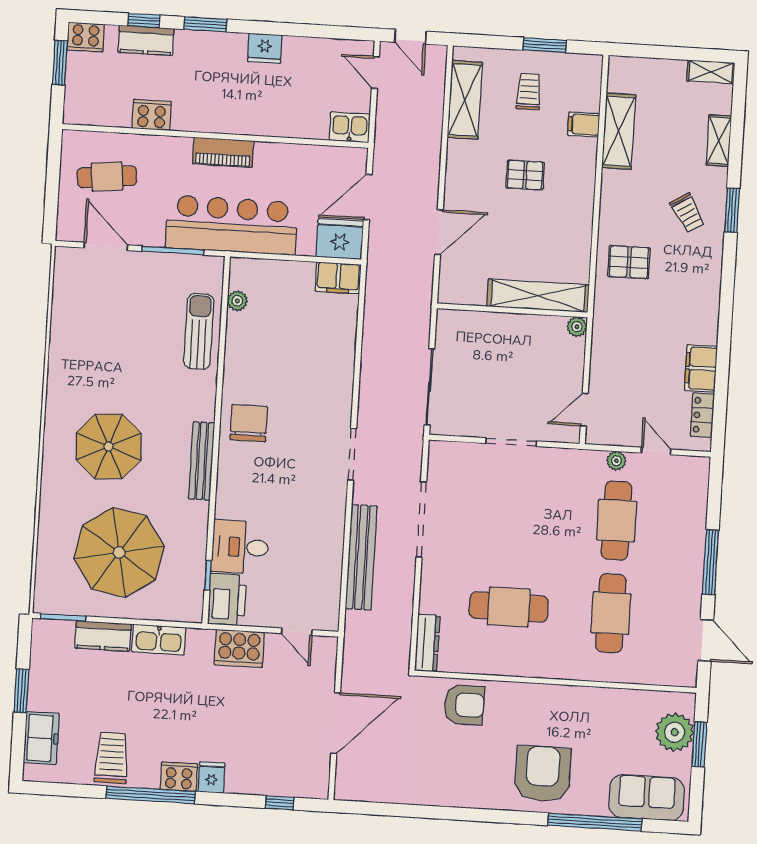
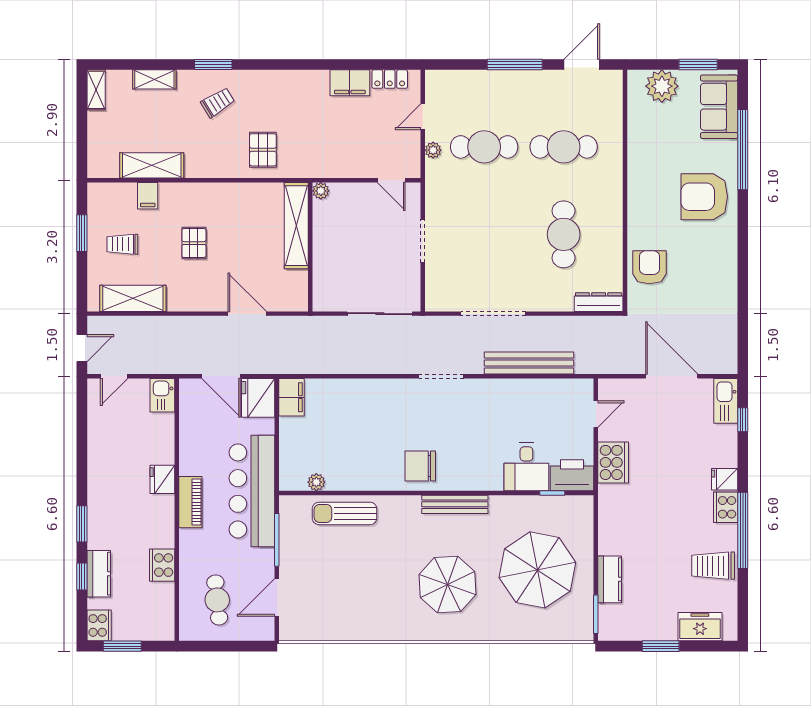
fridge: (265, 48) -> (162, 479), moved, turned 180
kitchen sink: (159, 640) -> (726, 401), moved, turned 180
window: (699, 744) -> (698, 65), moved

